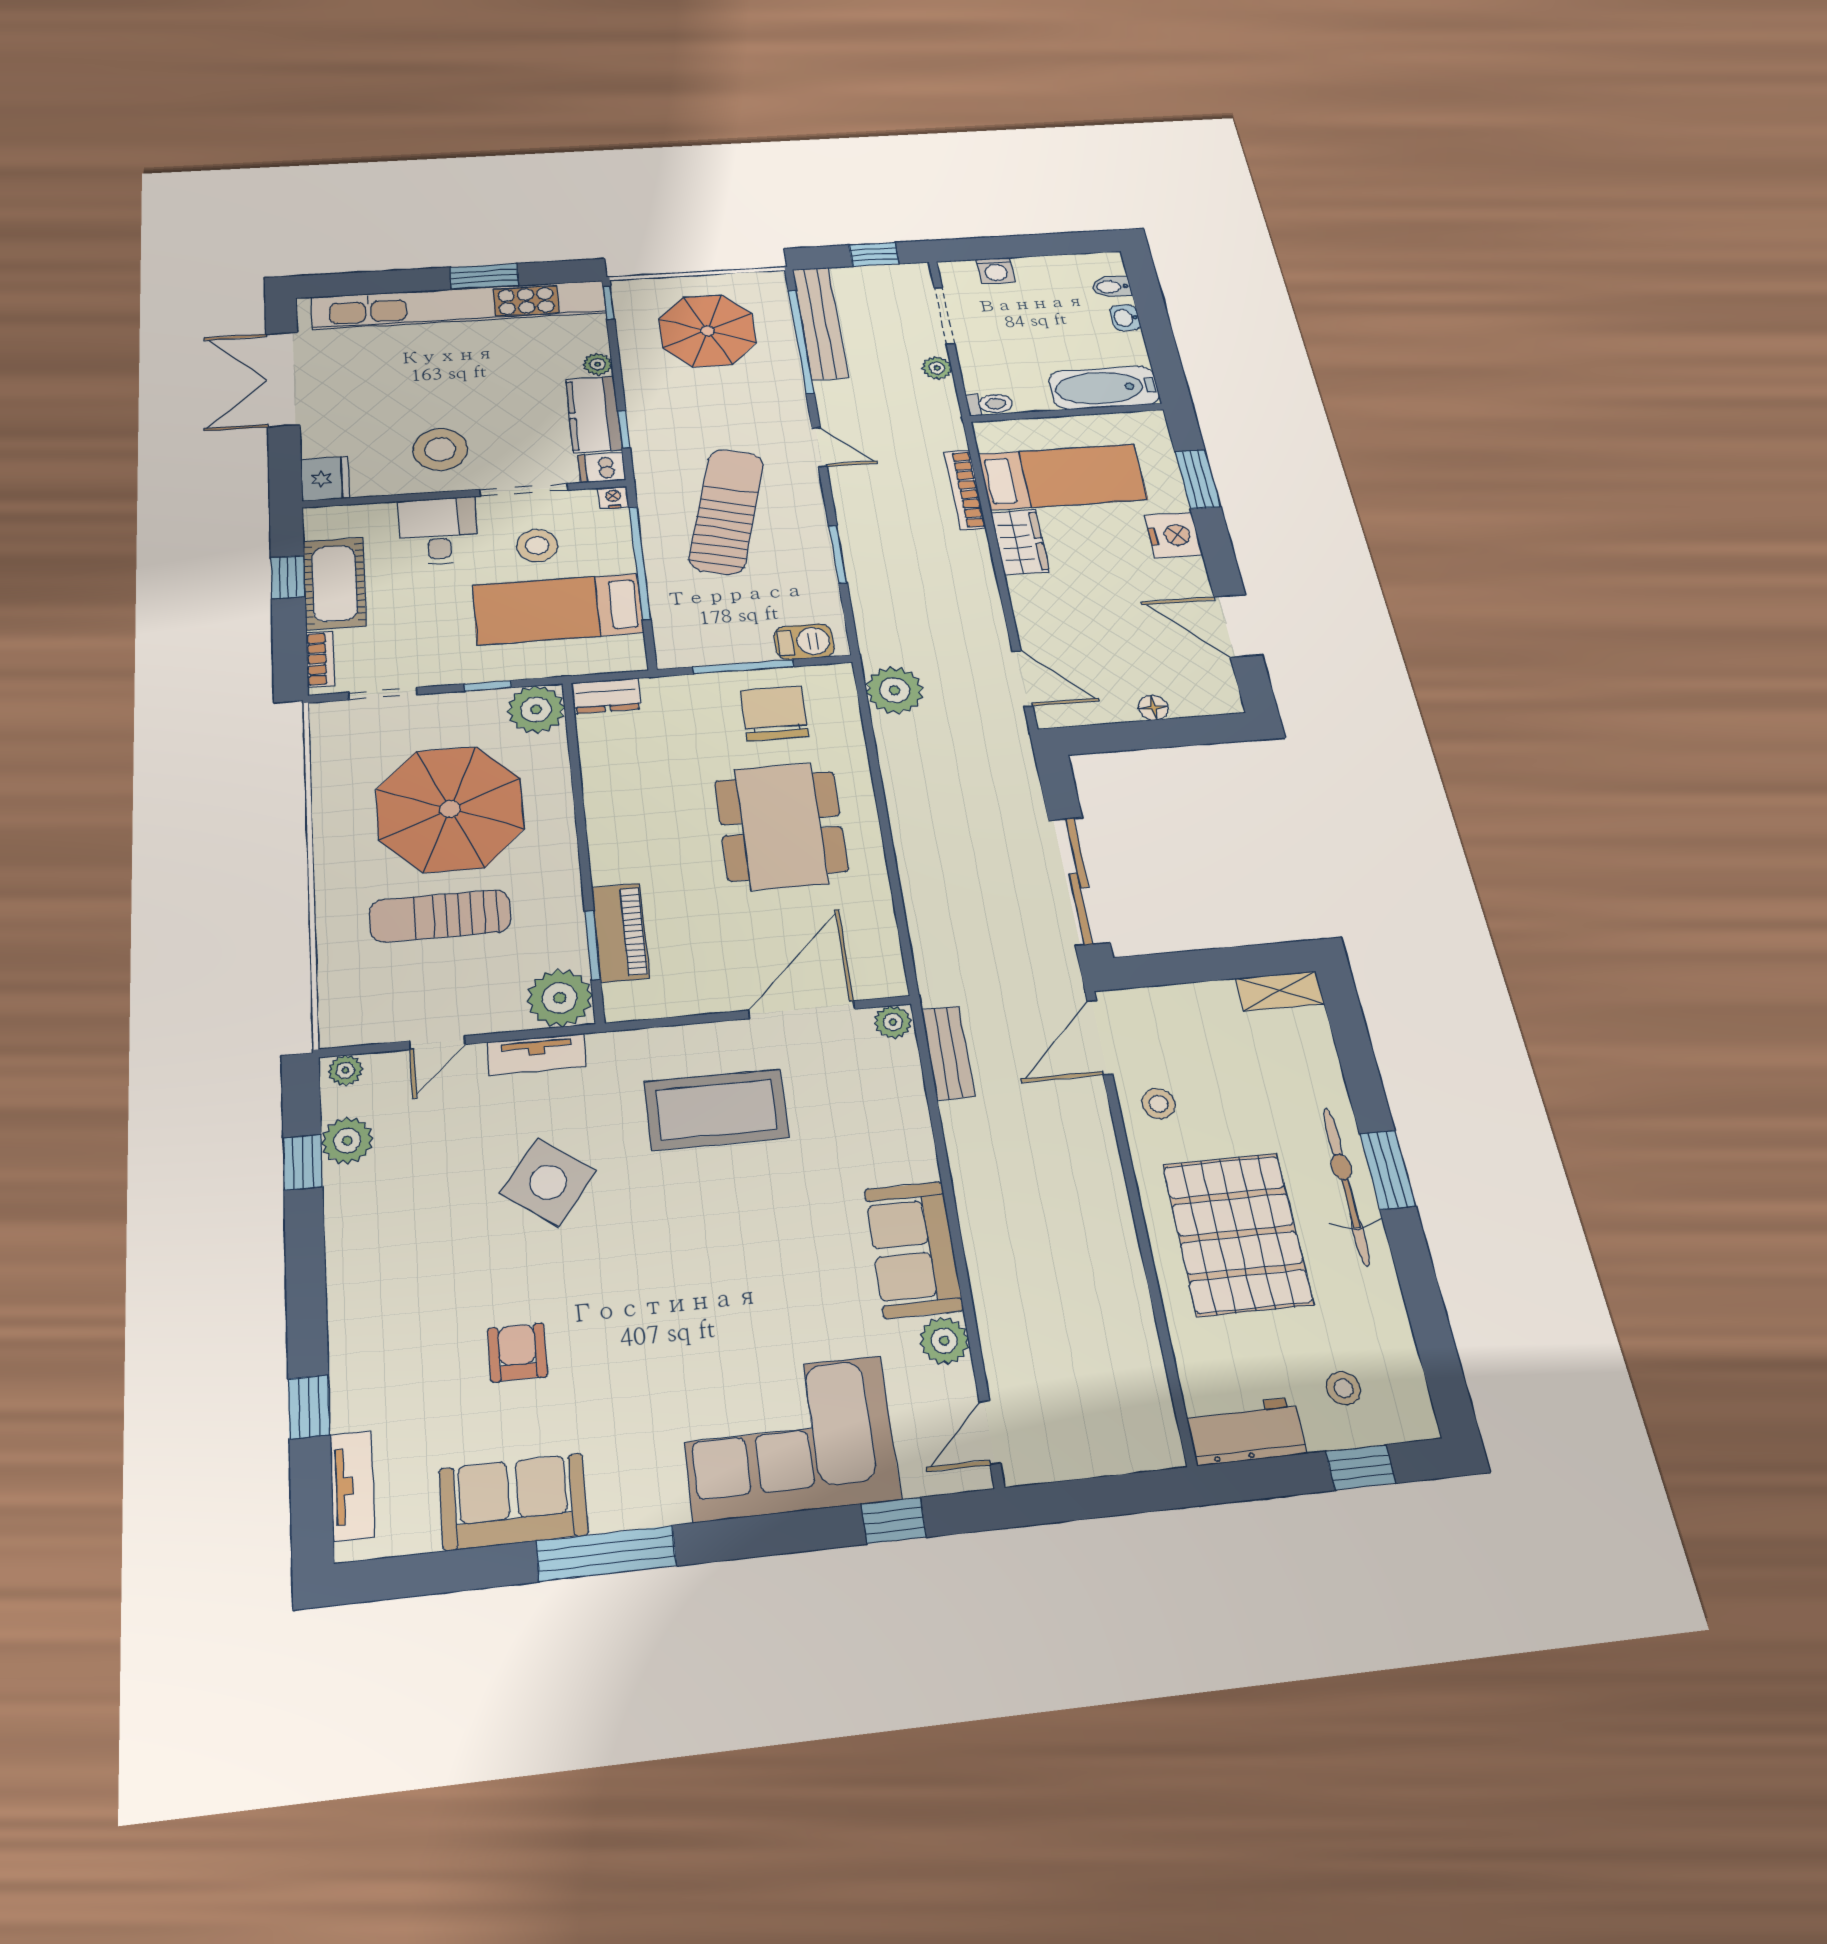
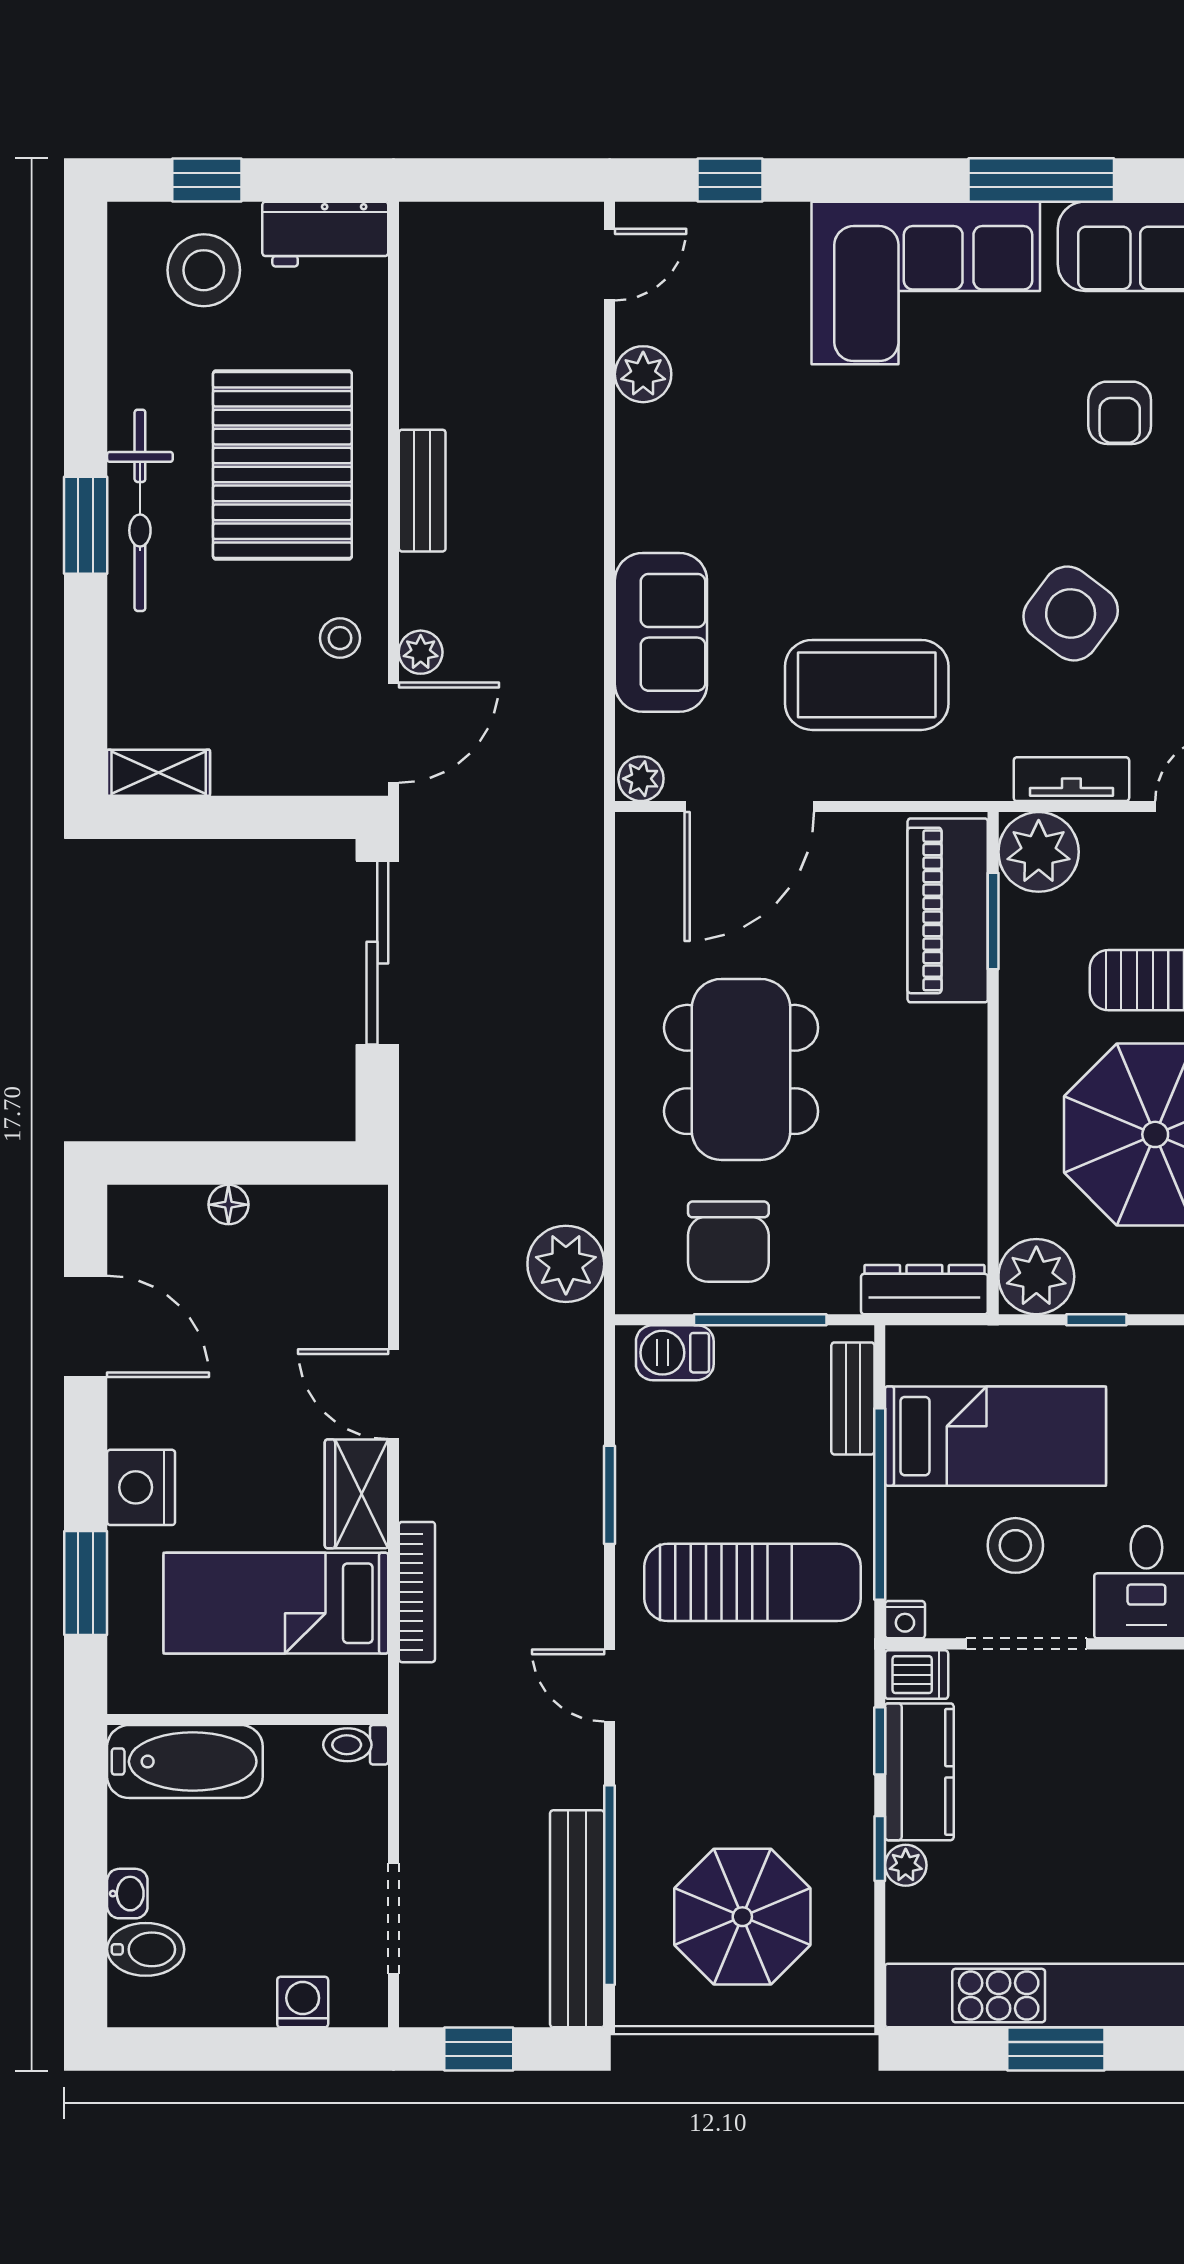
bidet: (1111, 287) -> (146, 1949), width x1.38, depth x1.36
window: (609, 302) -> (880, 1848), moved
plant: (937, 368) -> (421, 652), moved
stool: (440, 449) -> (1137, 1726), removed
sun lounger: (726, 511) -> (753, 1582), turned -105
bench: (667, 624) -> (853, 1398), added
door: (1022, 679) -> (394, 1394), moved
dresser: (606, 696) -> (924, 1290), width x1.44
piano: (620, 932) -> (948, 910), width x1.37, depth x1.33
bench: (948, 1053) -> (422, 491), moved
sofa: (913, 1249) -> (661, 632), moved
stool: (1343, 1388) -> (204, 270), width x1.89, depth x1.89
corner sofa: (788, 1438) -> (926, 283), moved

